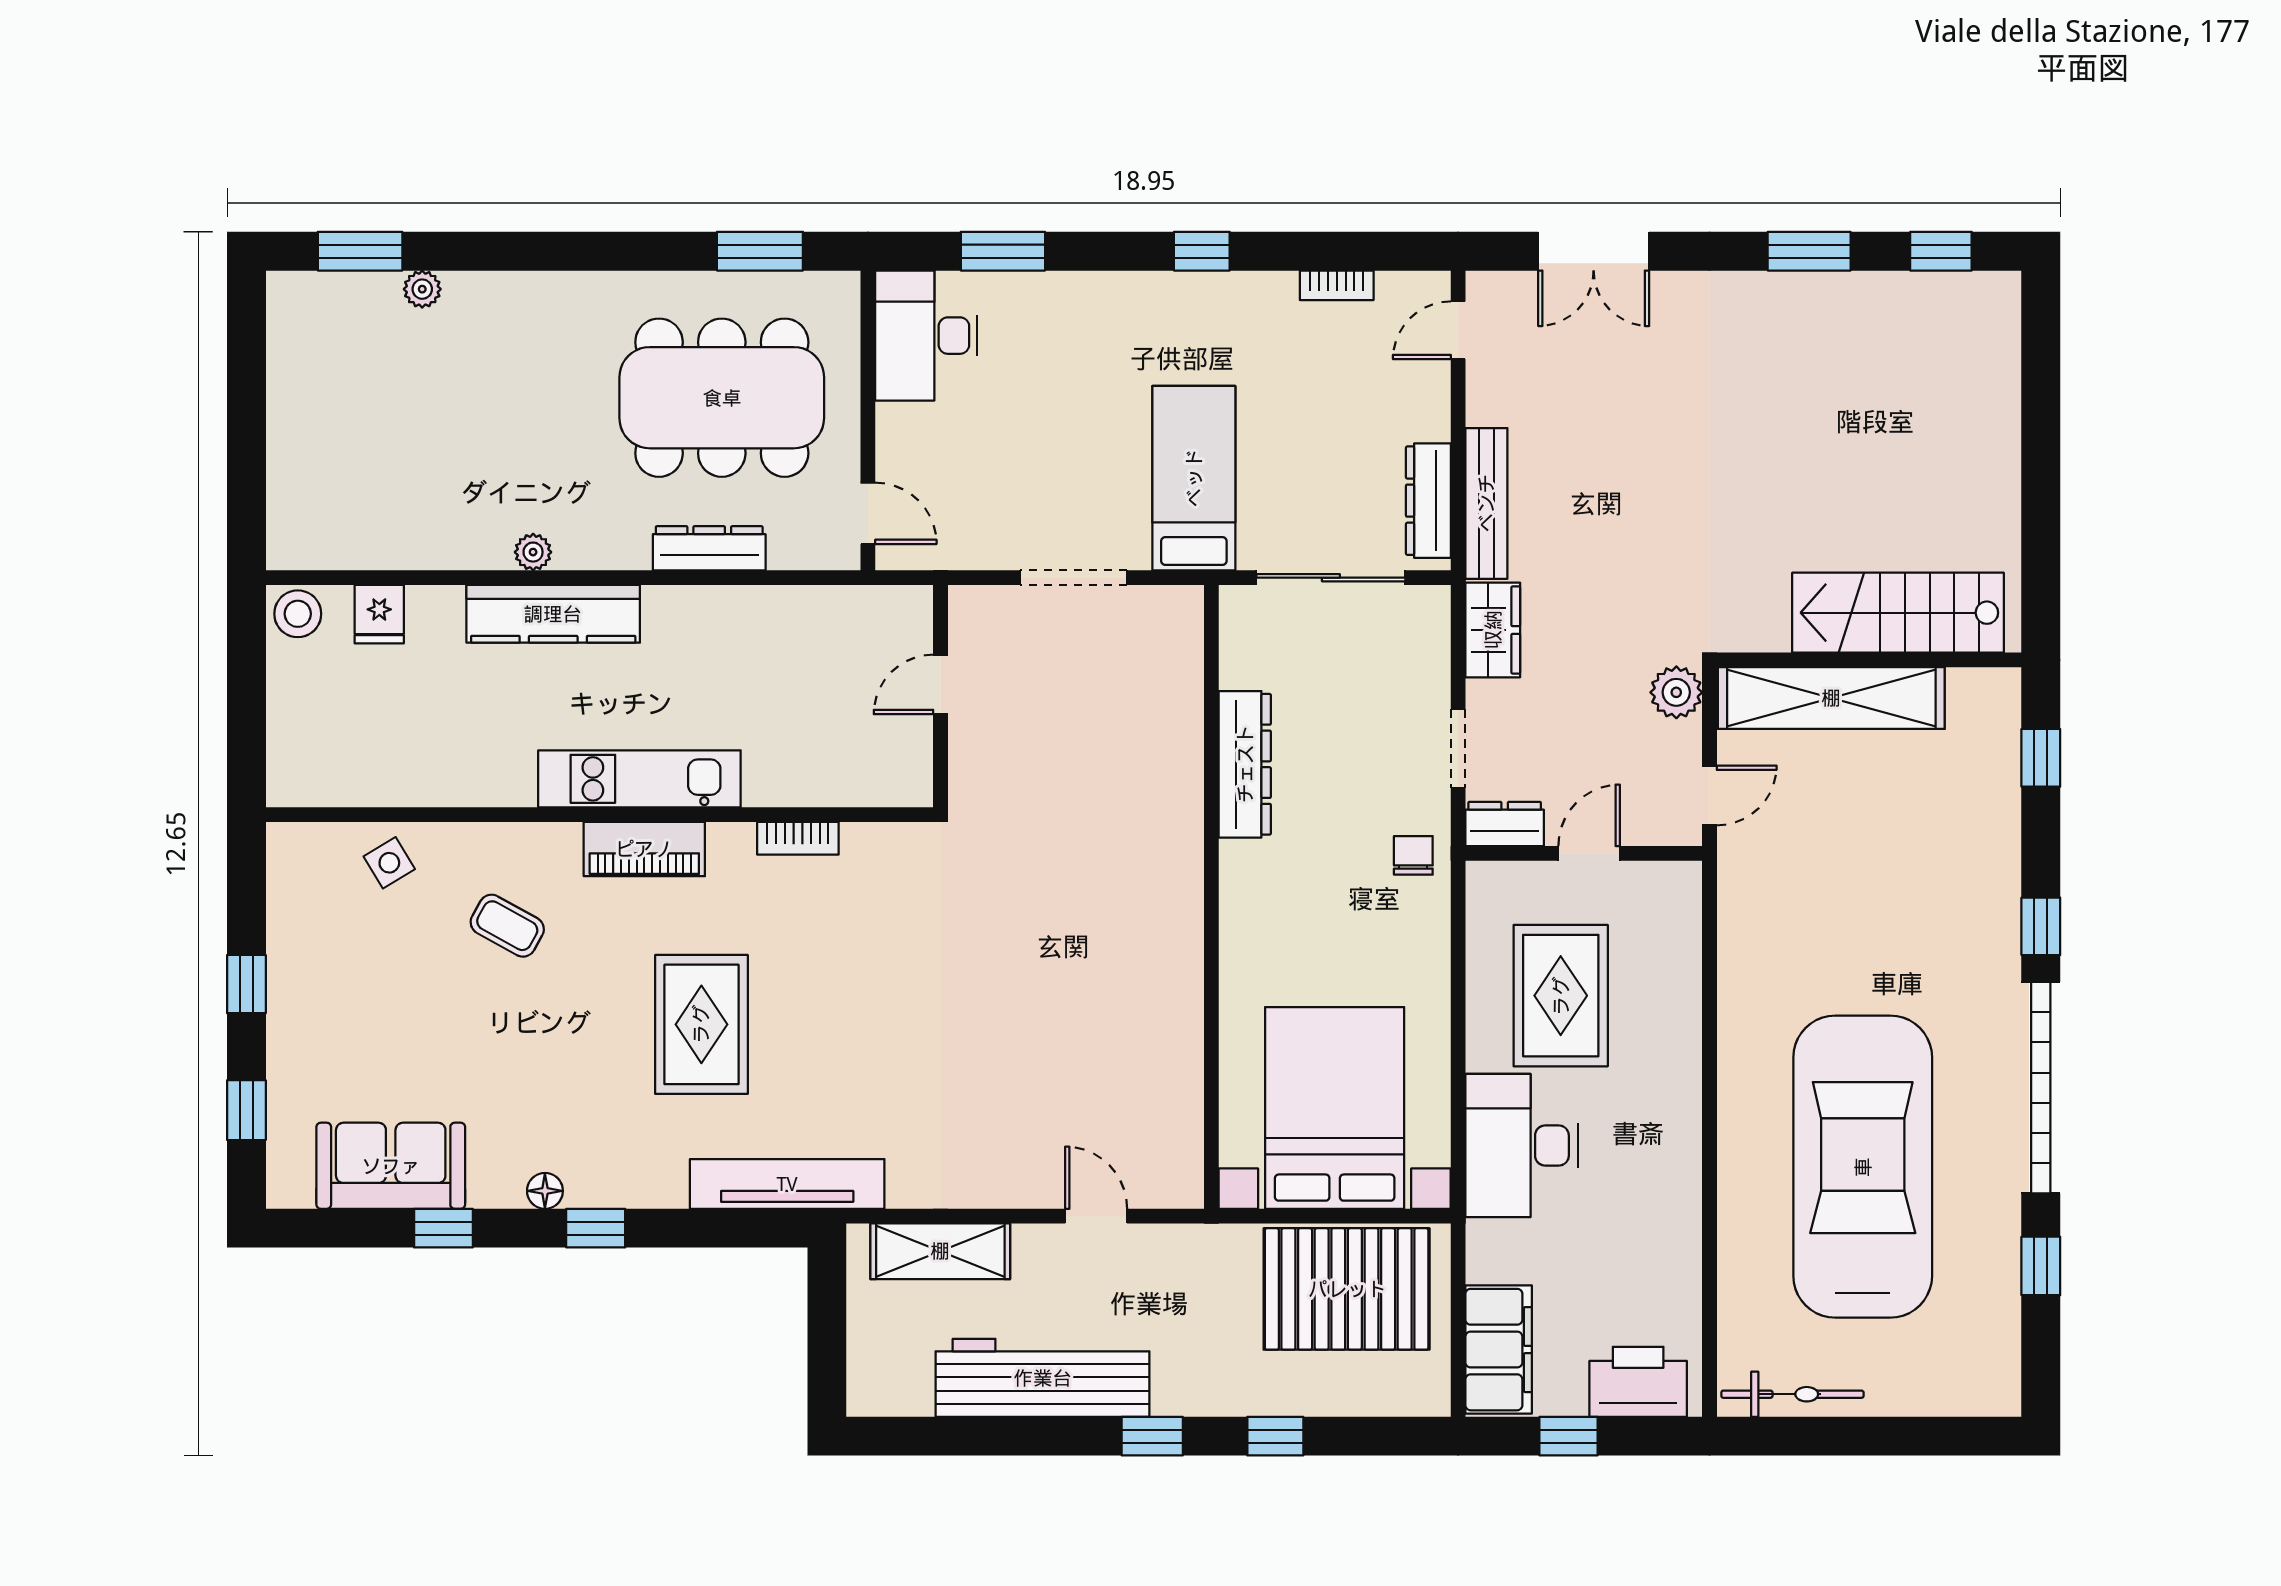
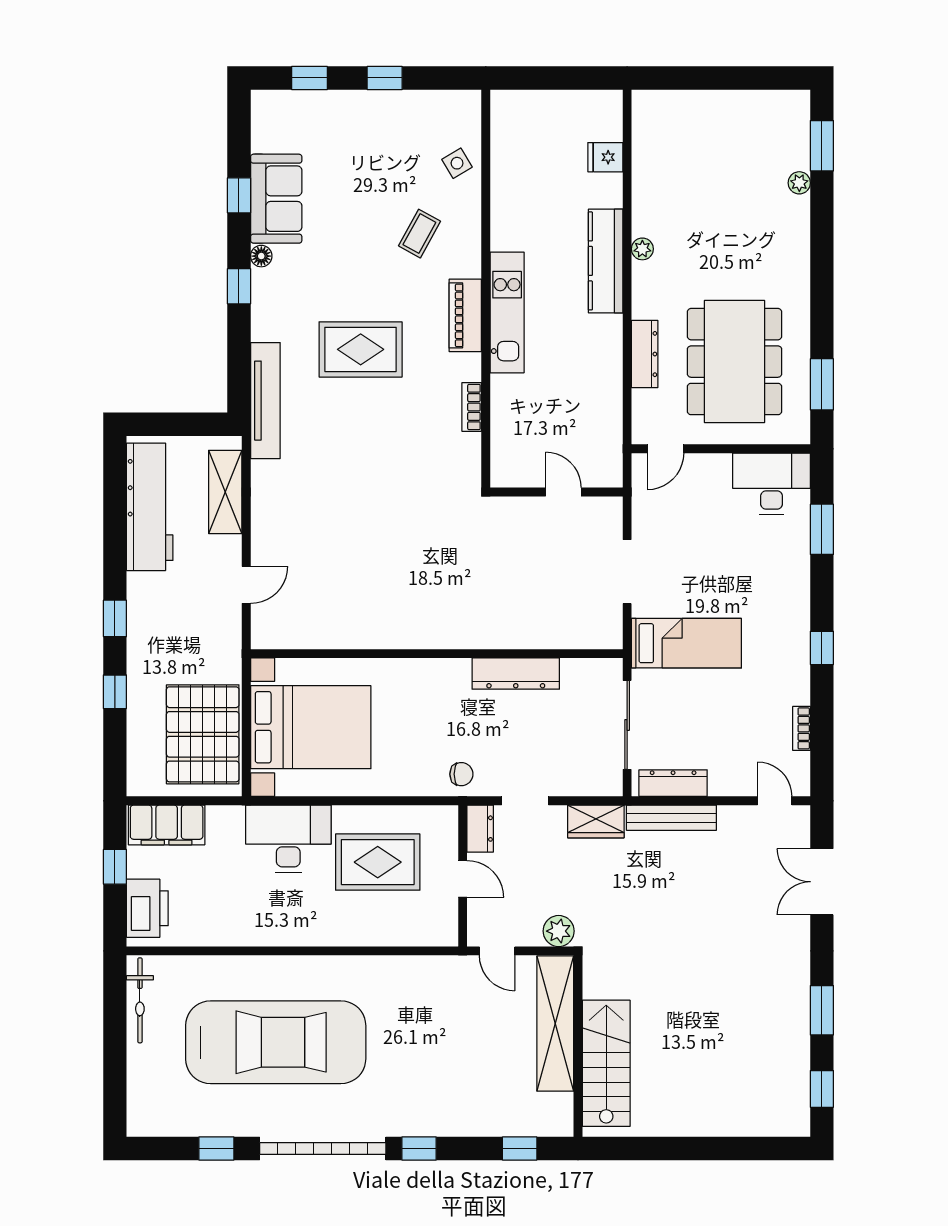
stool: (298, 614) -> (606, 109), removed
sofa: (391, 1166) -> (276, 199), moved
workbench: (1043, 1378) -> (150, 507), moved

